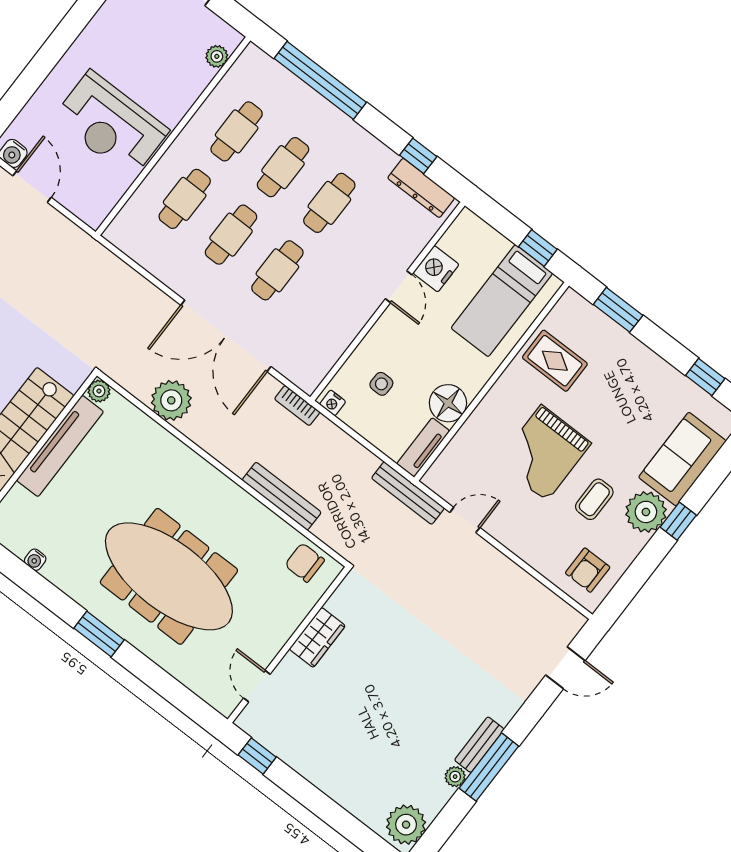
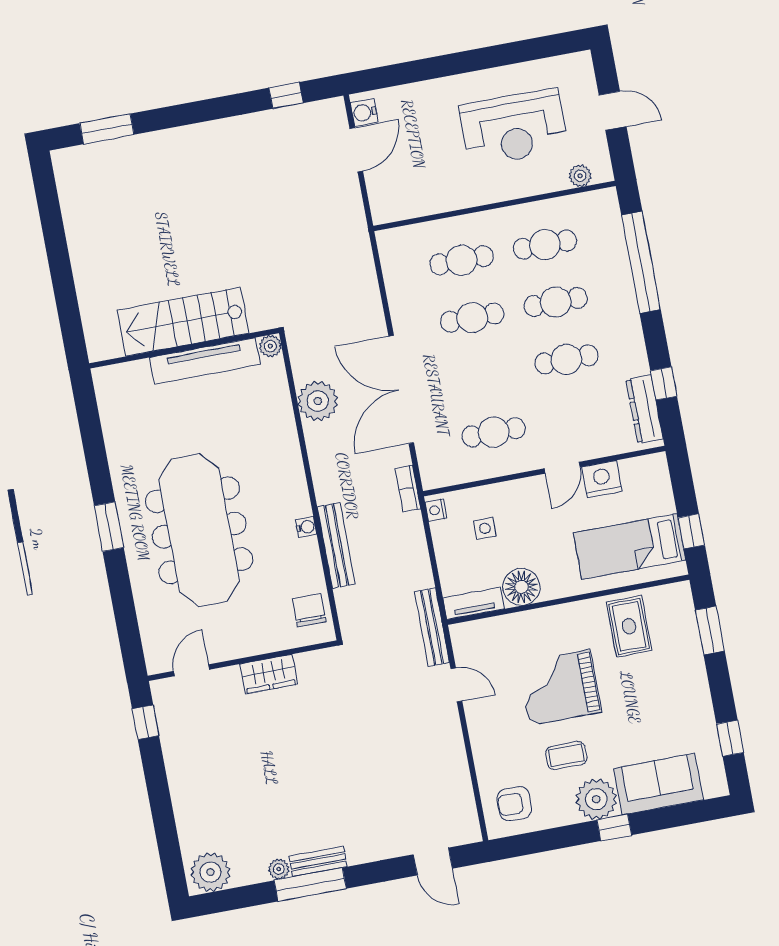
reception desk: (111, 125) -> (514, 128), moved, turned -90
cafe table: (277, 270) -> (494, 432), moved
water cooler: (35, 560) -> (306, 527), moved, turned 180

